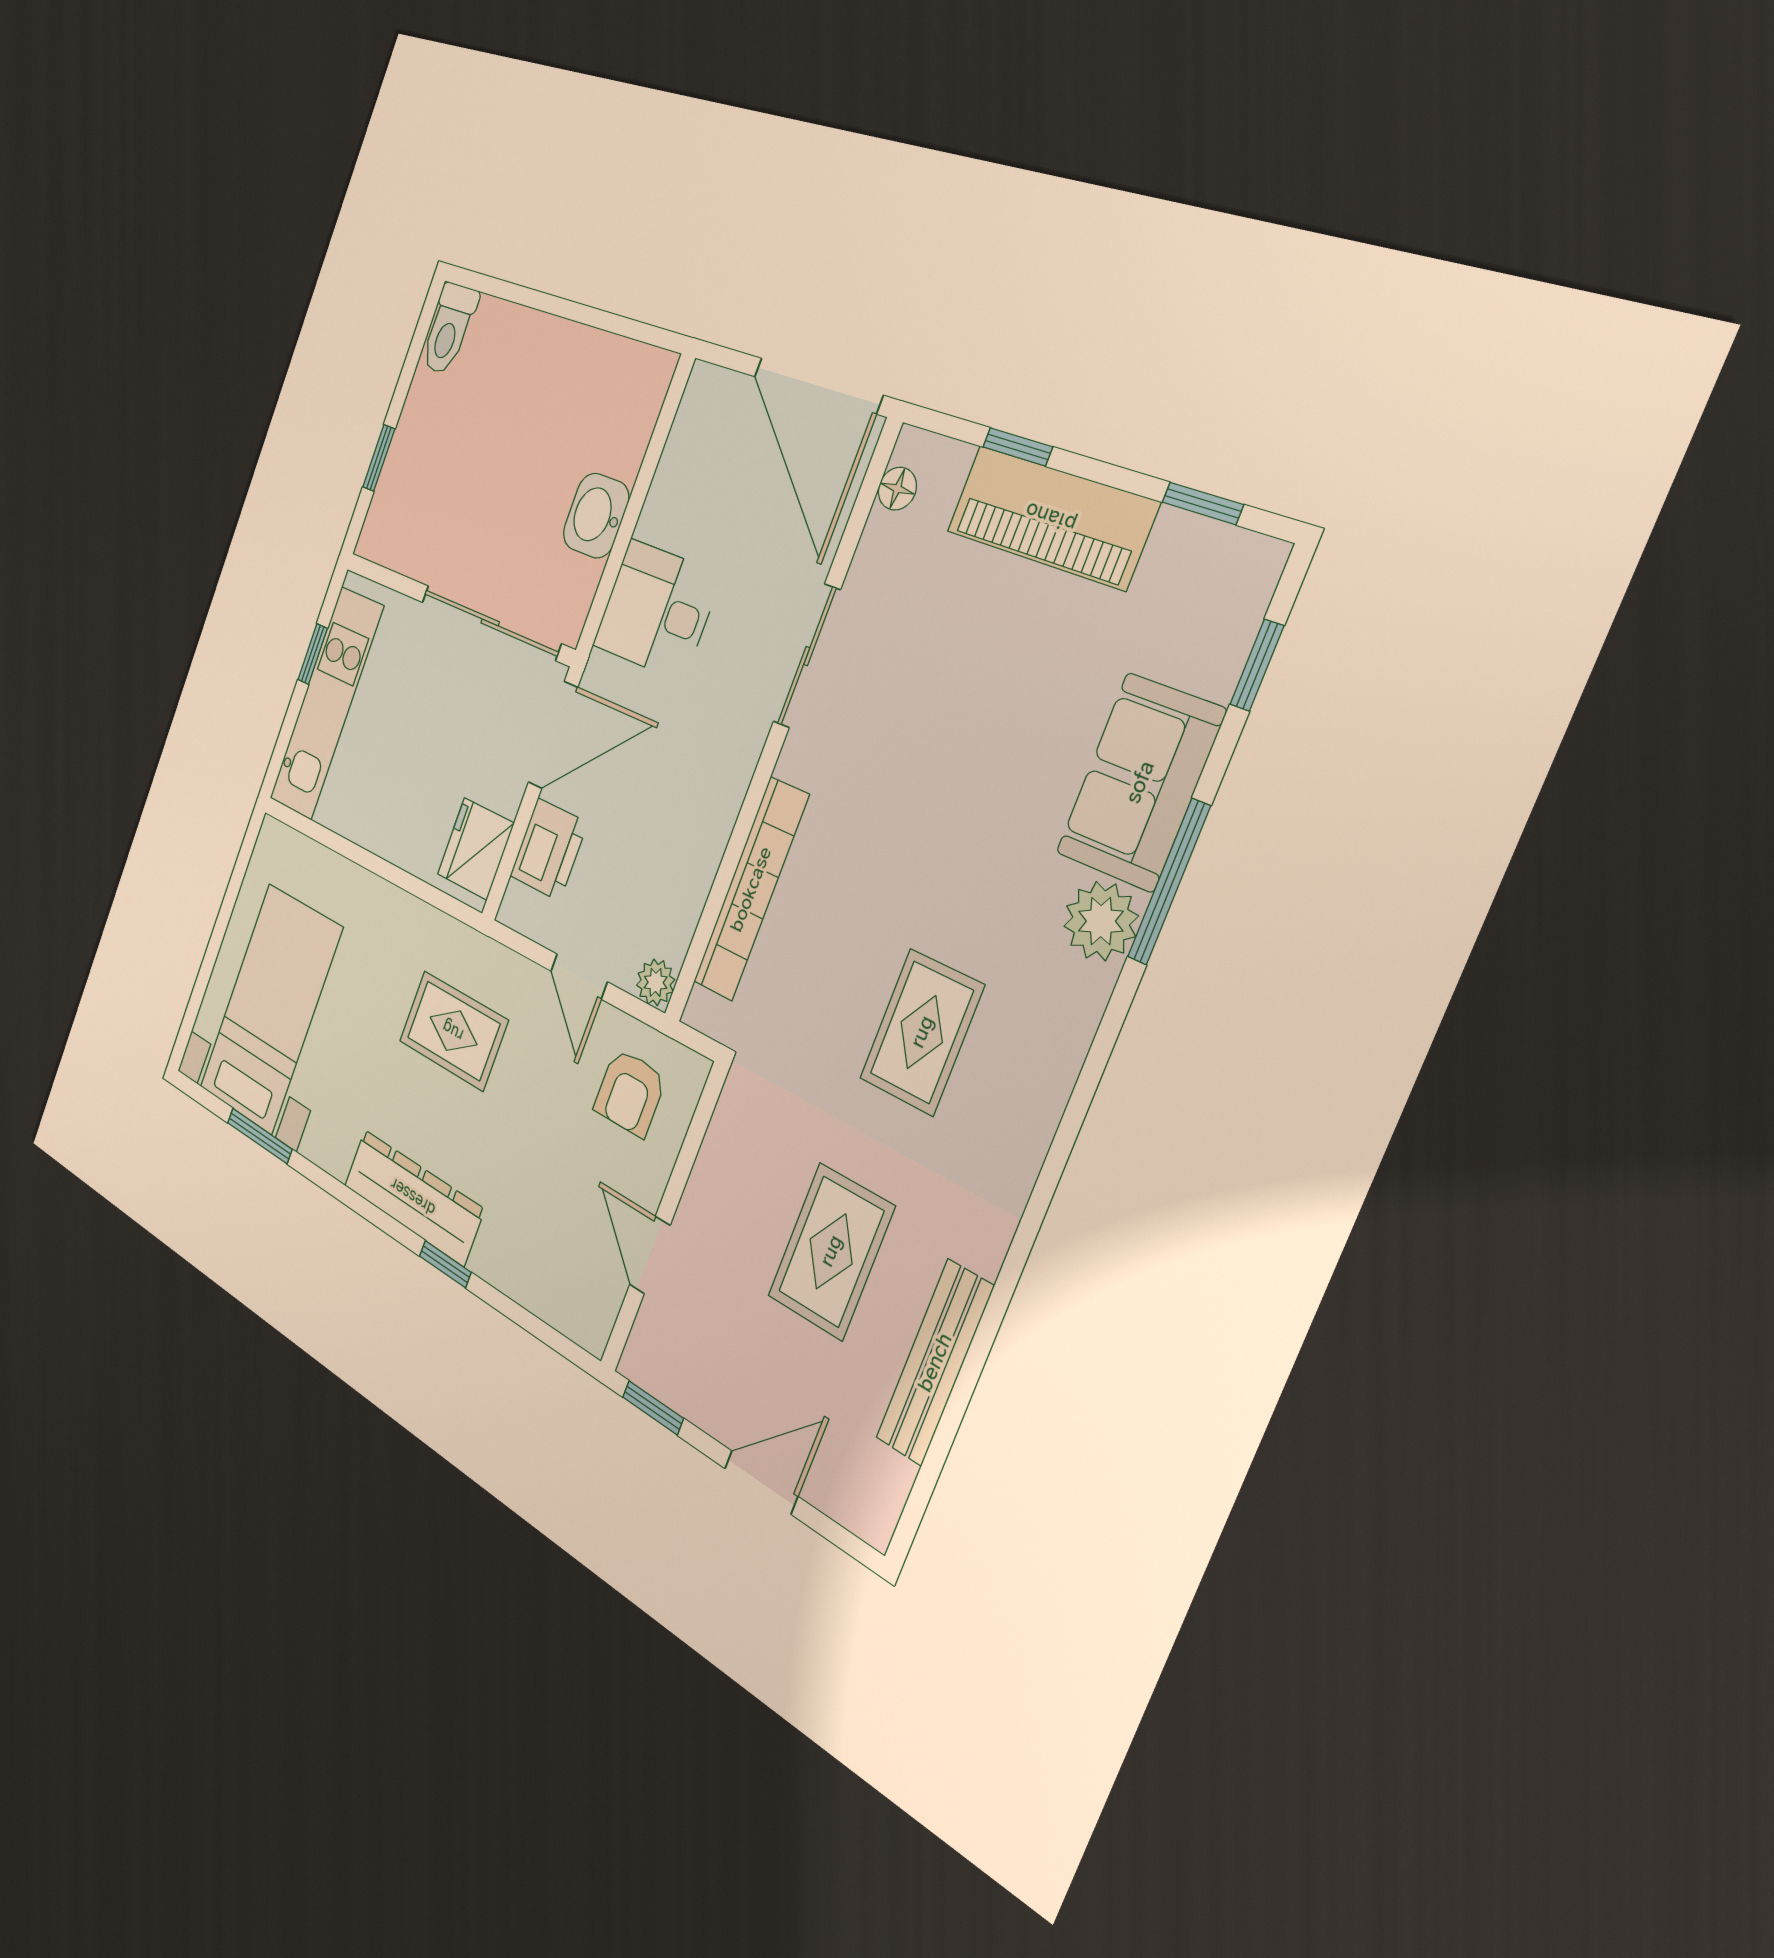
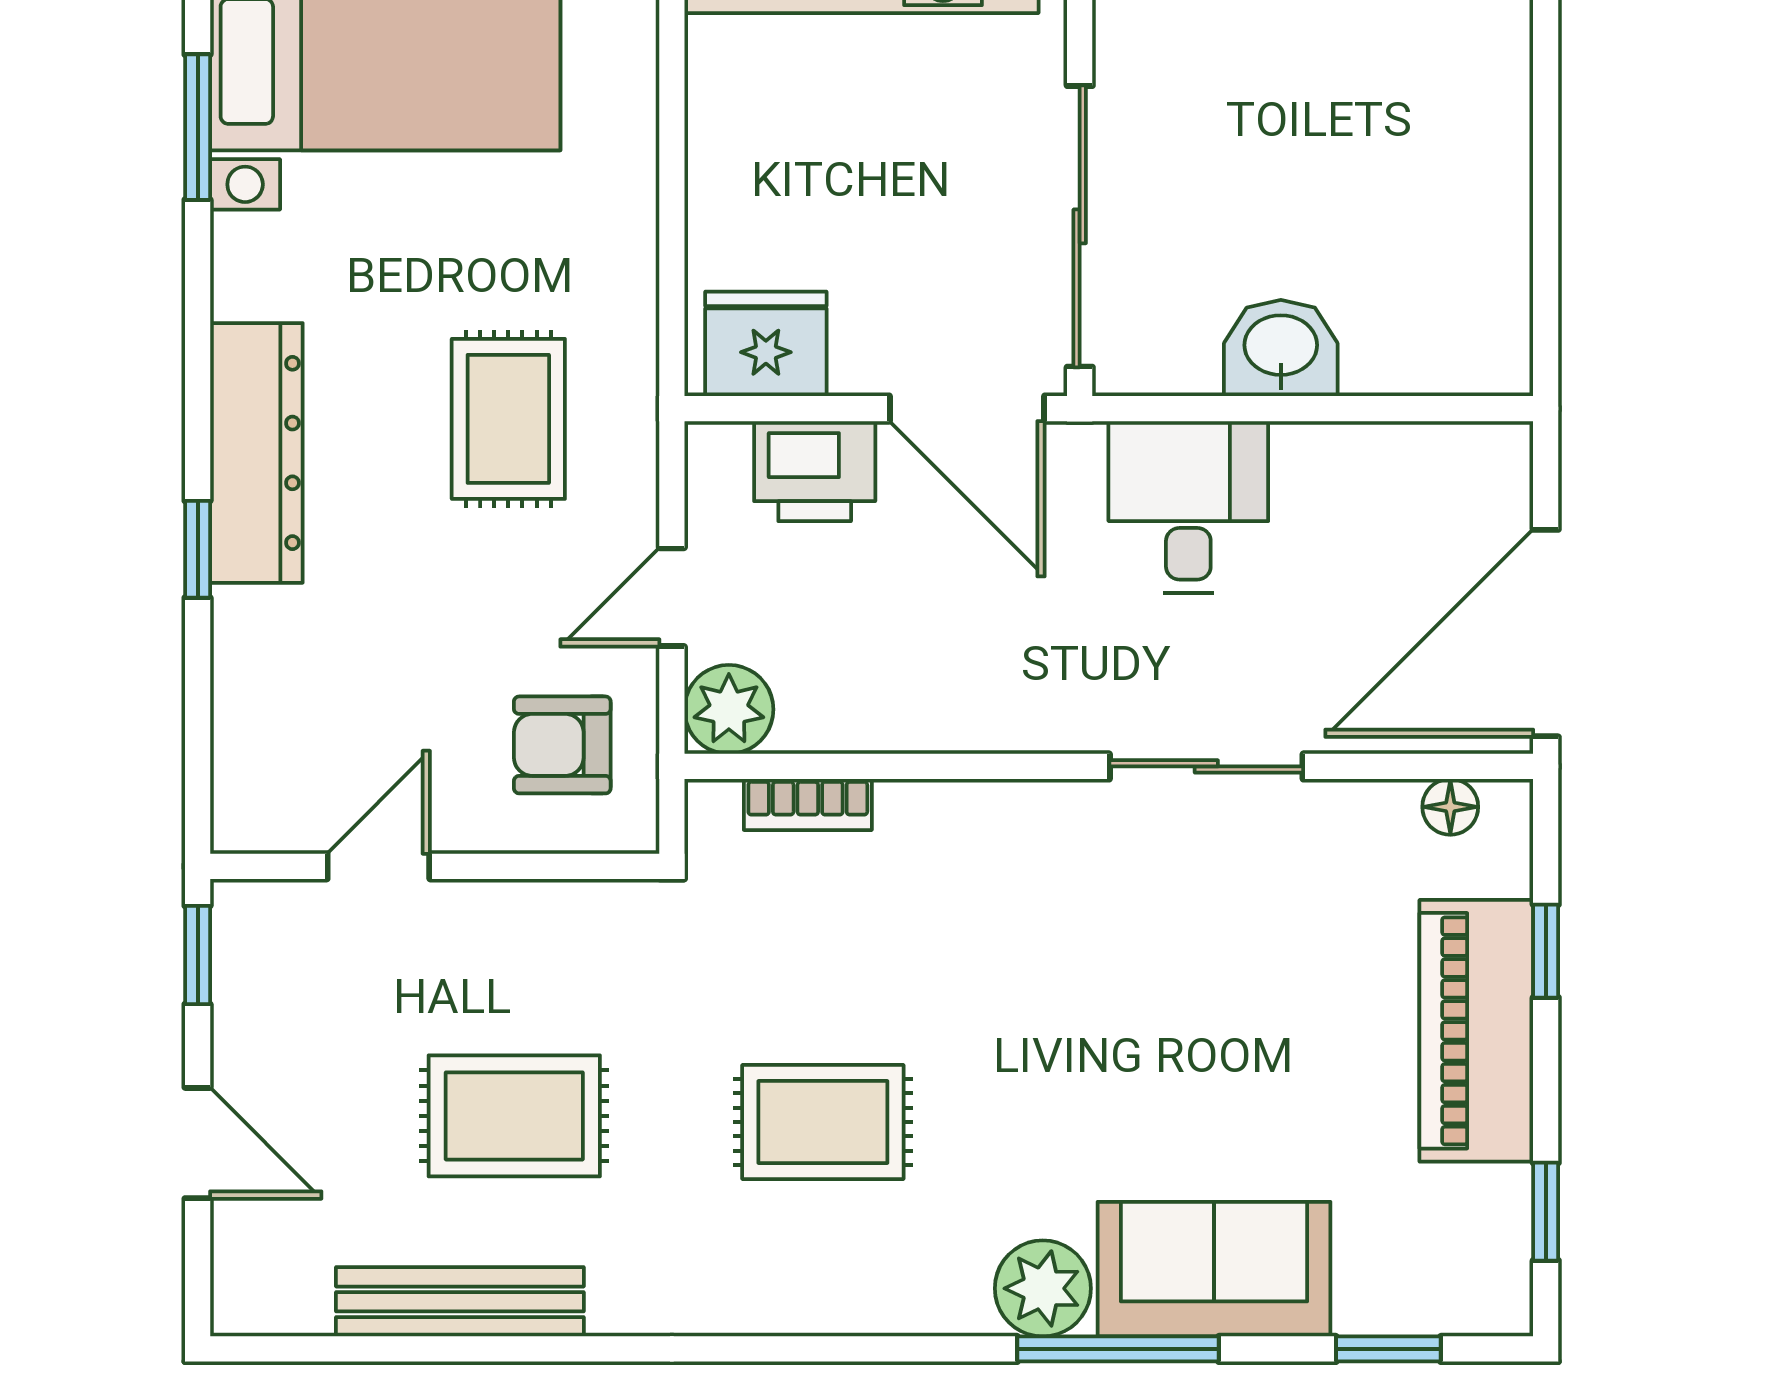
bookcase: (751, 889) -> (808, 805), width x0.43, depth x0.76
plant: (656, 982) -> (729, 709), width x1.38, depth x1.38

